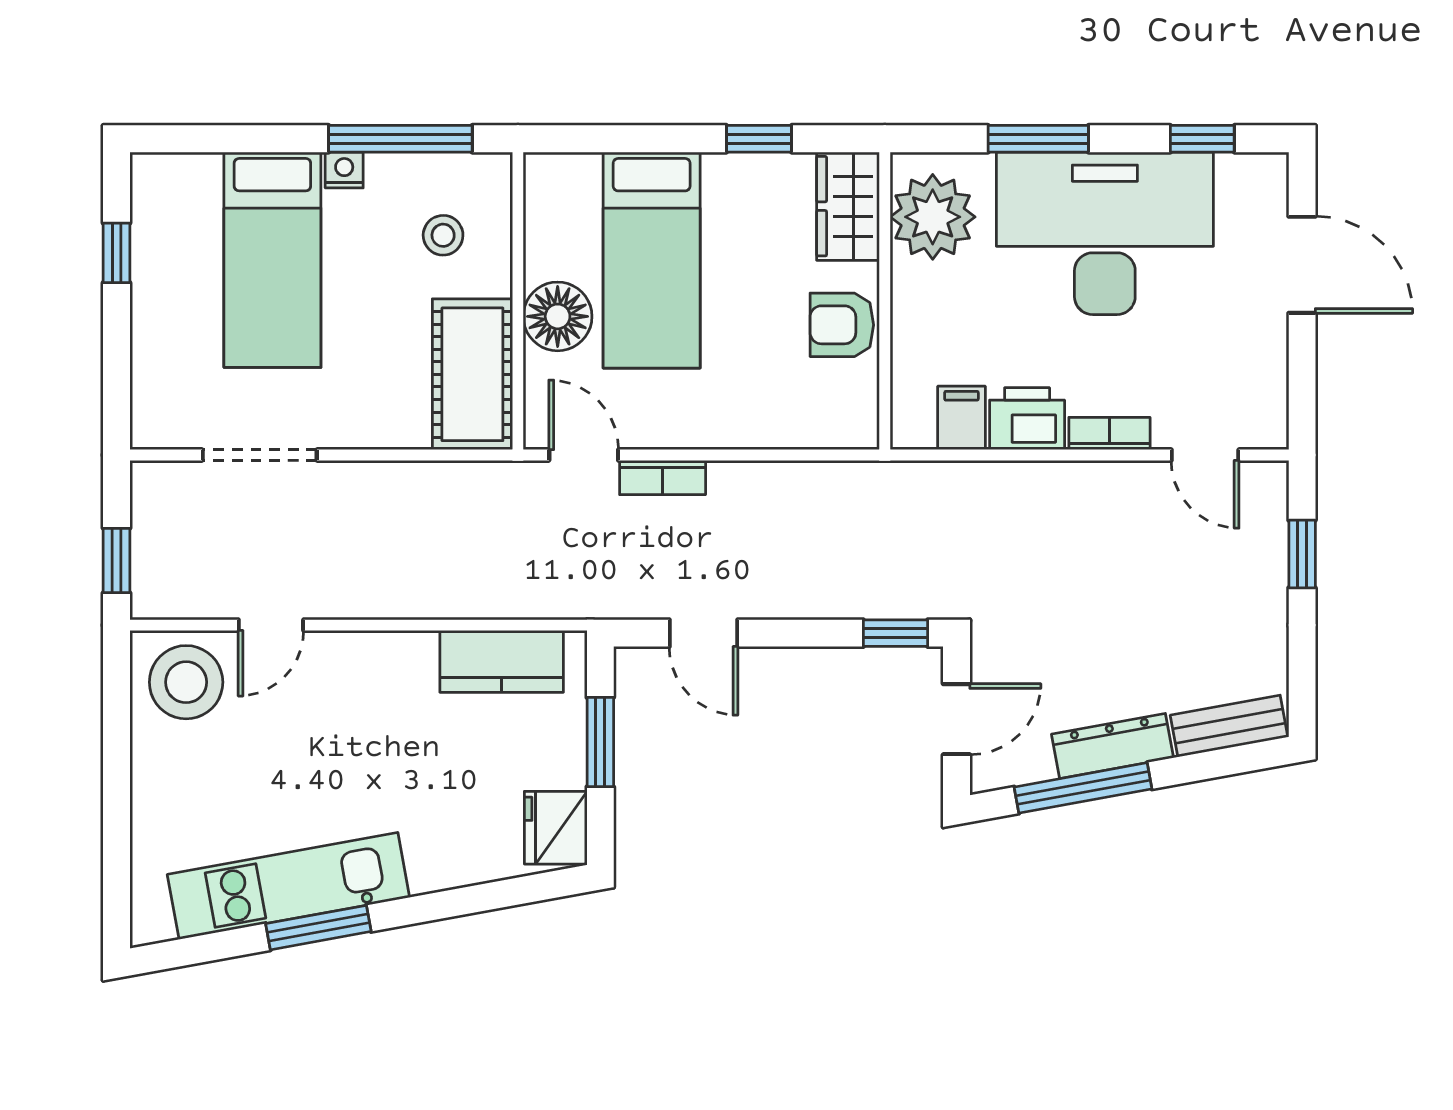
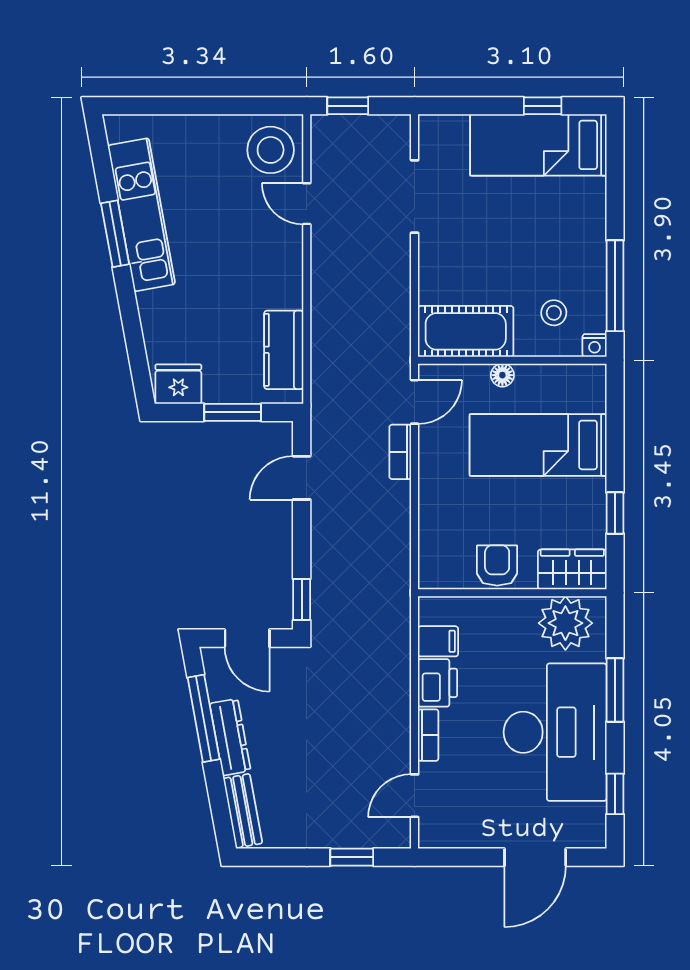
nightstand: (344, 170) -> (595, 345), moved, turned 90
bed: (272, 260) -> (538, 145), moved
floor lamp: (558, 316) -> (502, 375), width x0.53, depth x0.53

